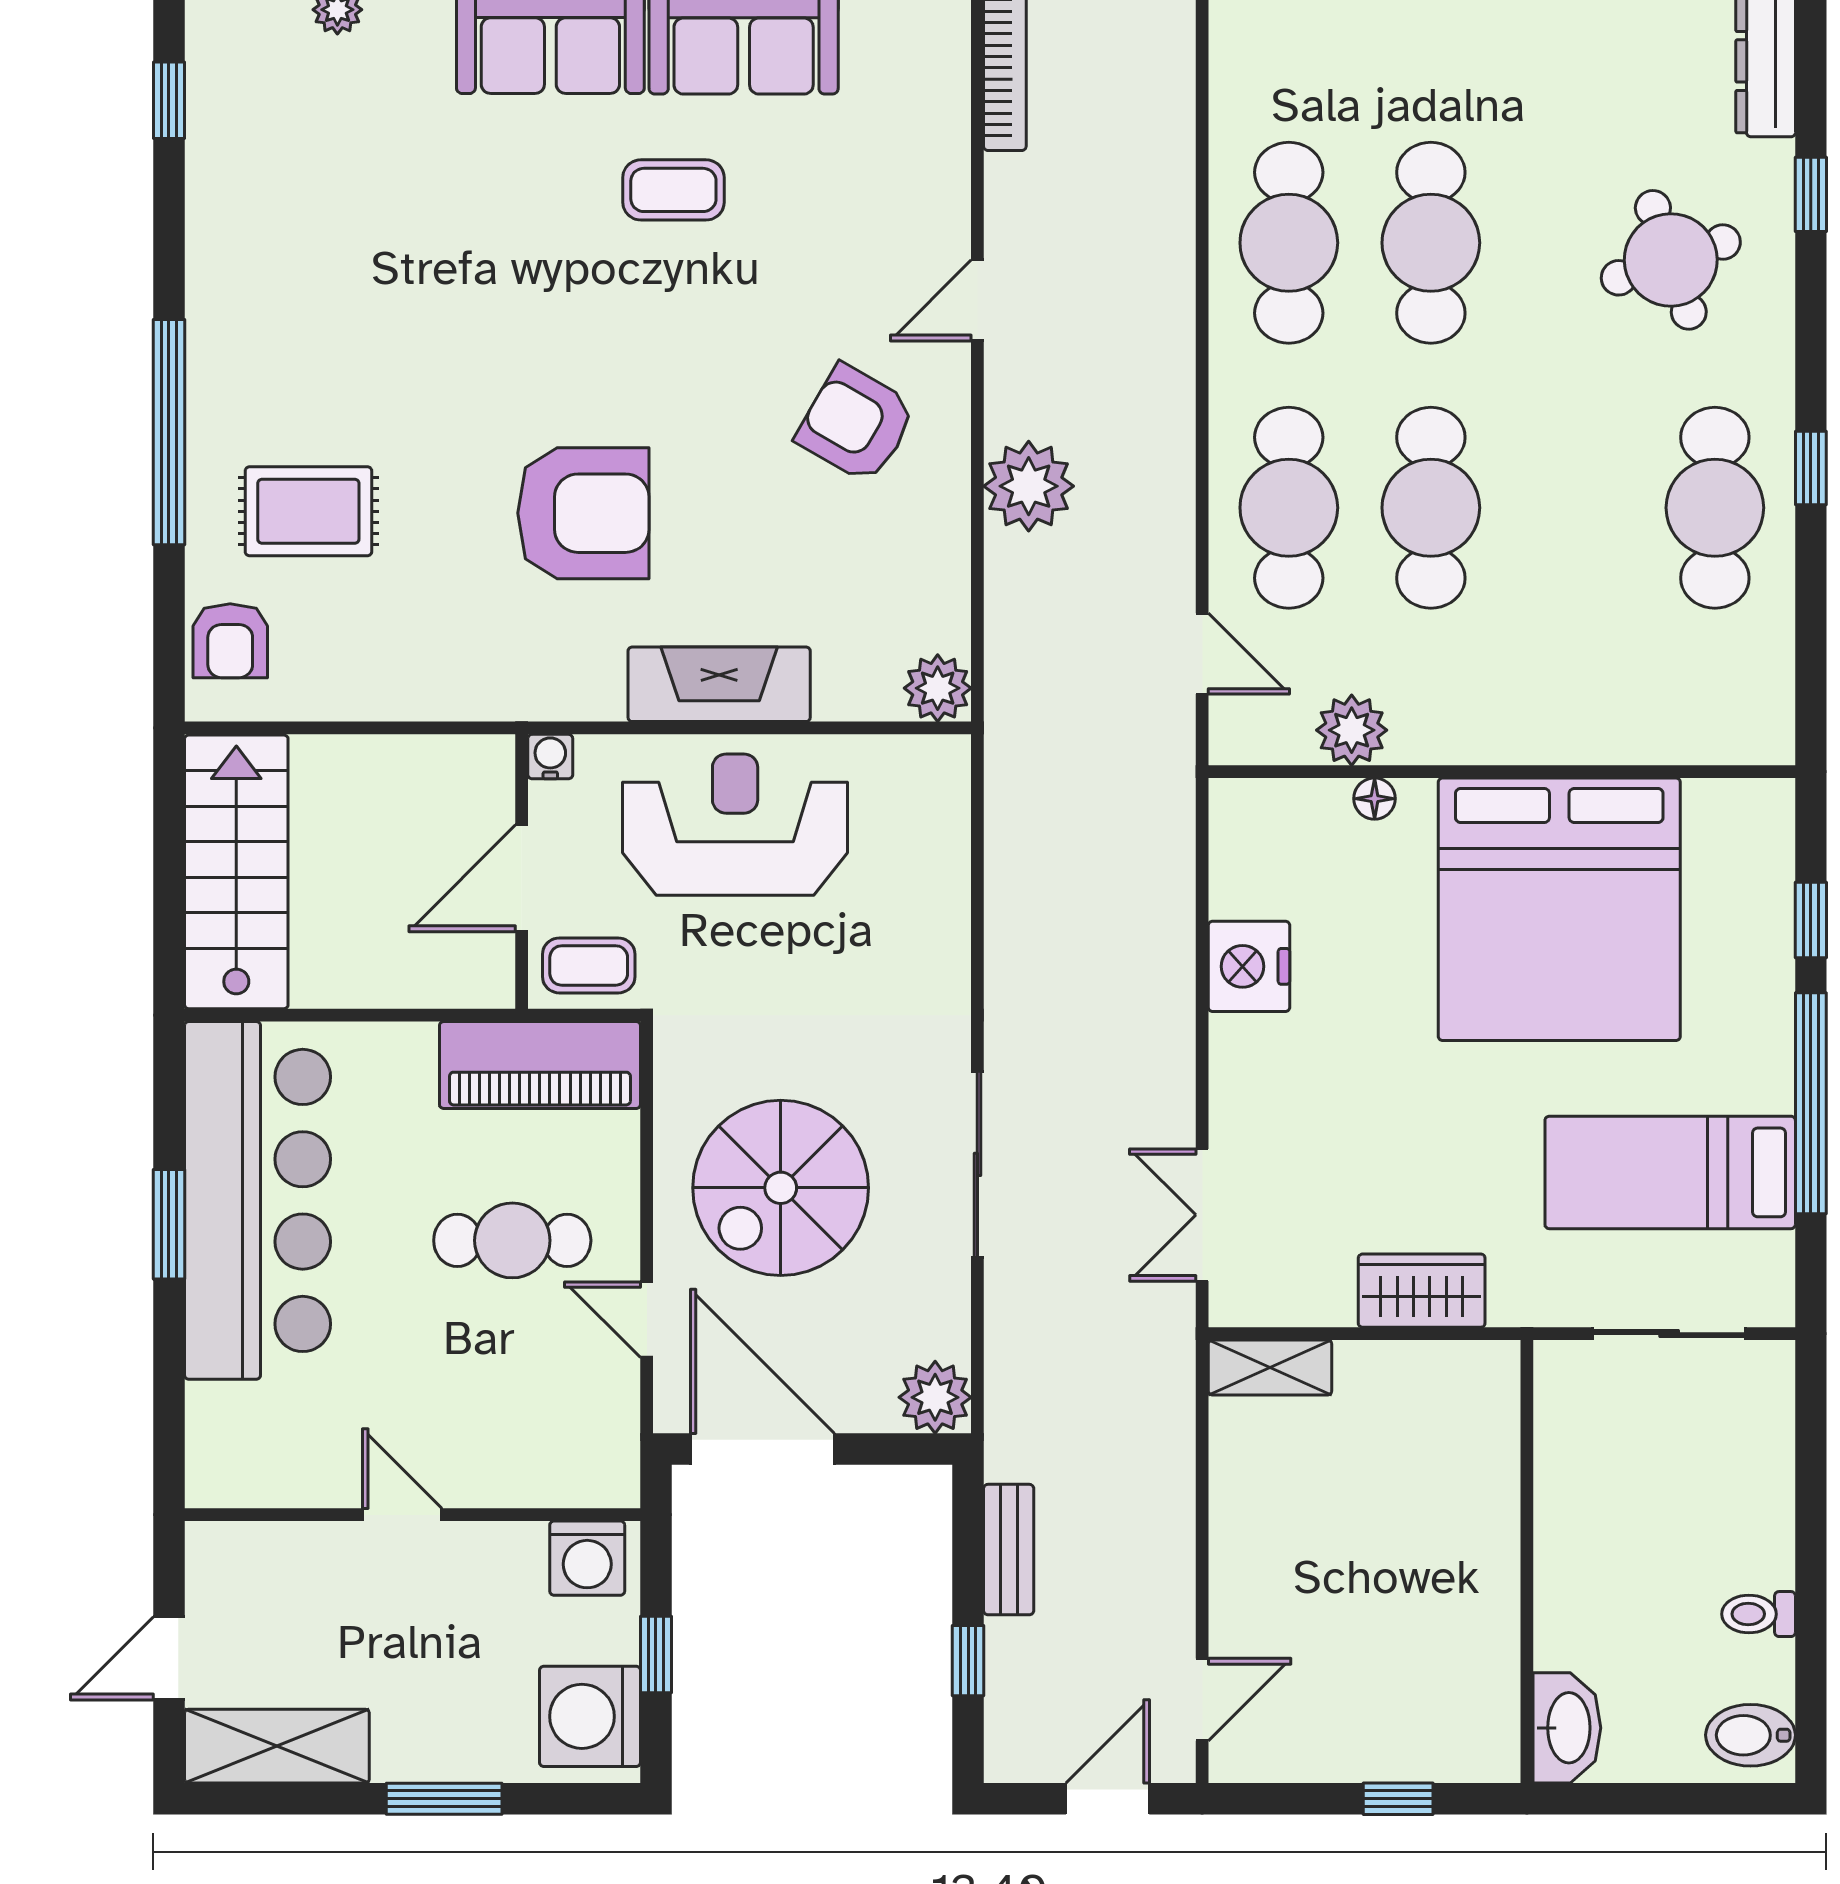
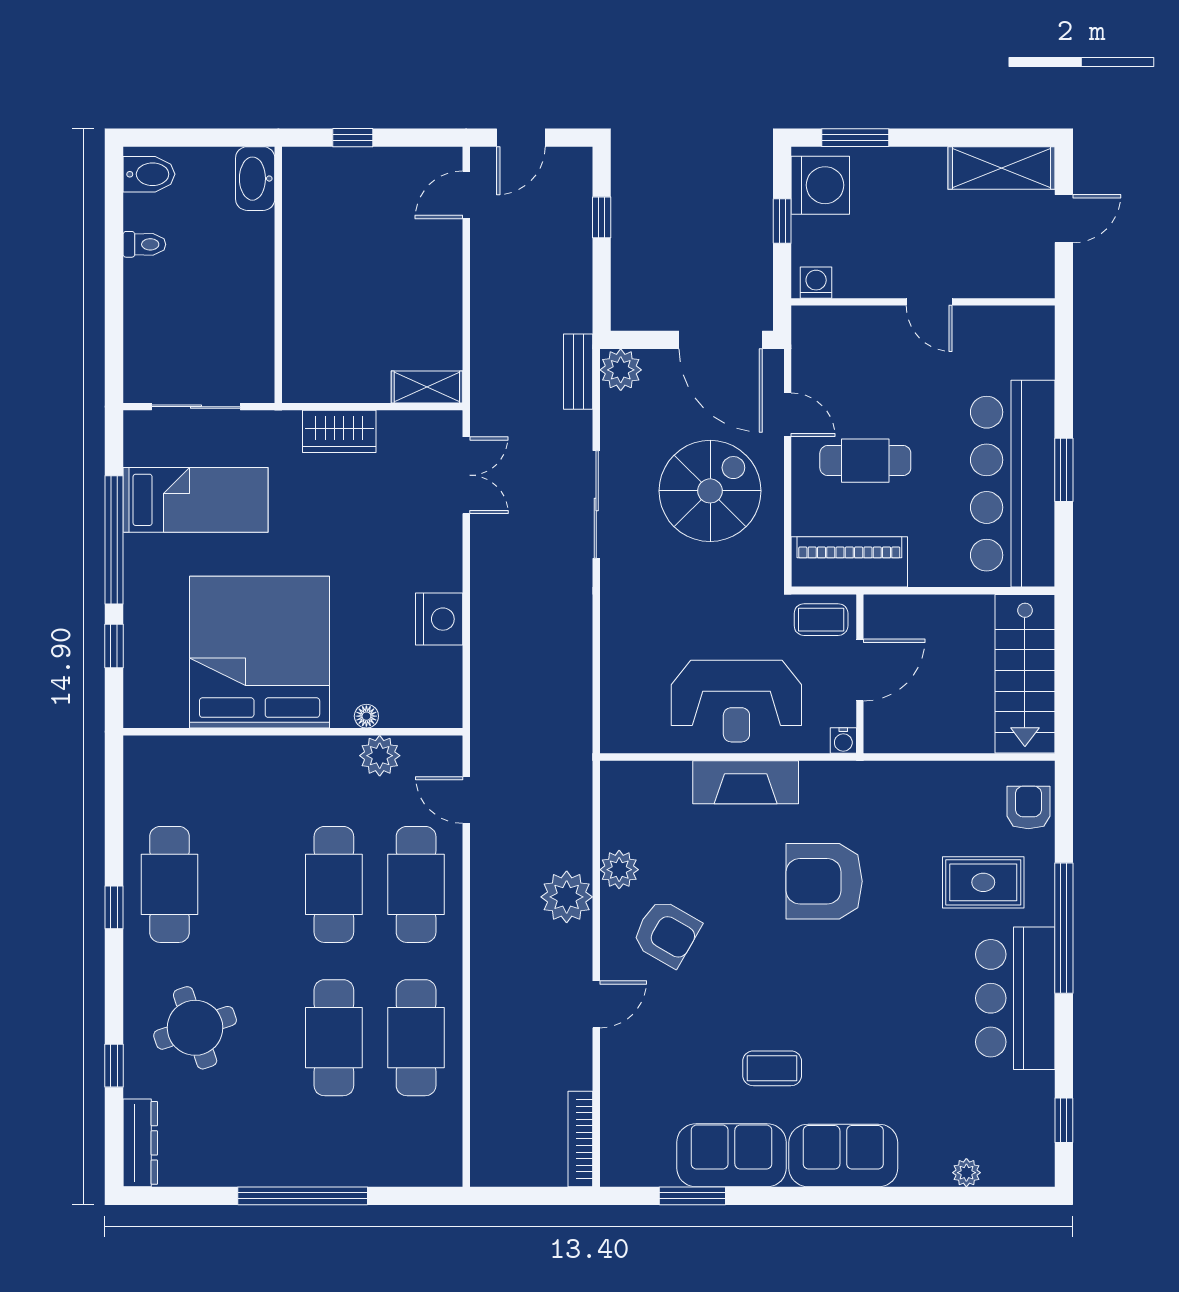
bar counter: (253, 311) -> (1015, 998), added
plant: (938, 688) -> (619, 870), moved
bench: (1009, 1550) -> (578, 372), moved
washing machine: (587, 1558) -> (816, 283), width x0.73, depth x0.73
window: (444, 1799) -> (855, 138), moved

